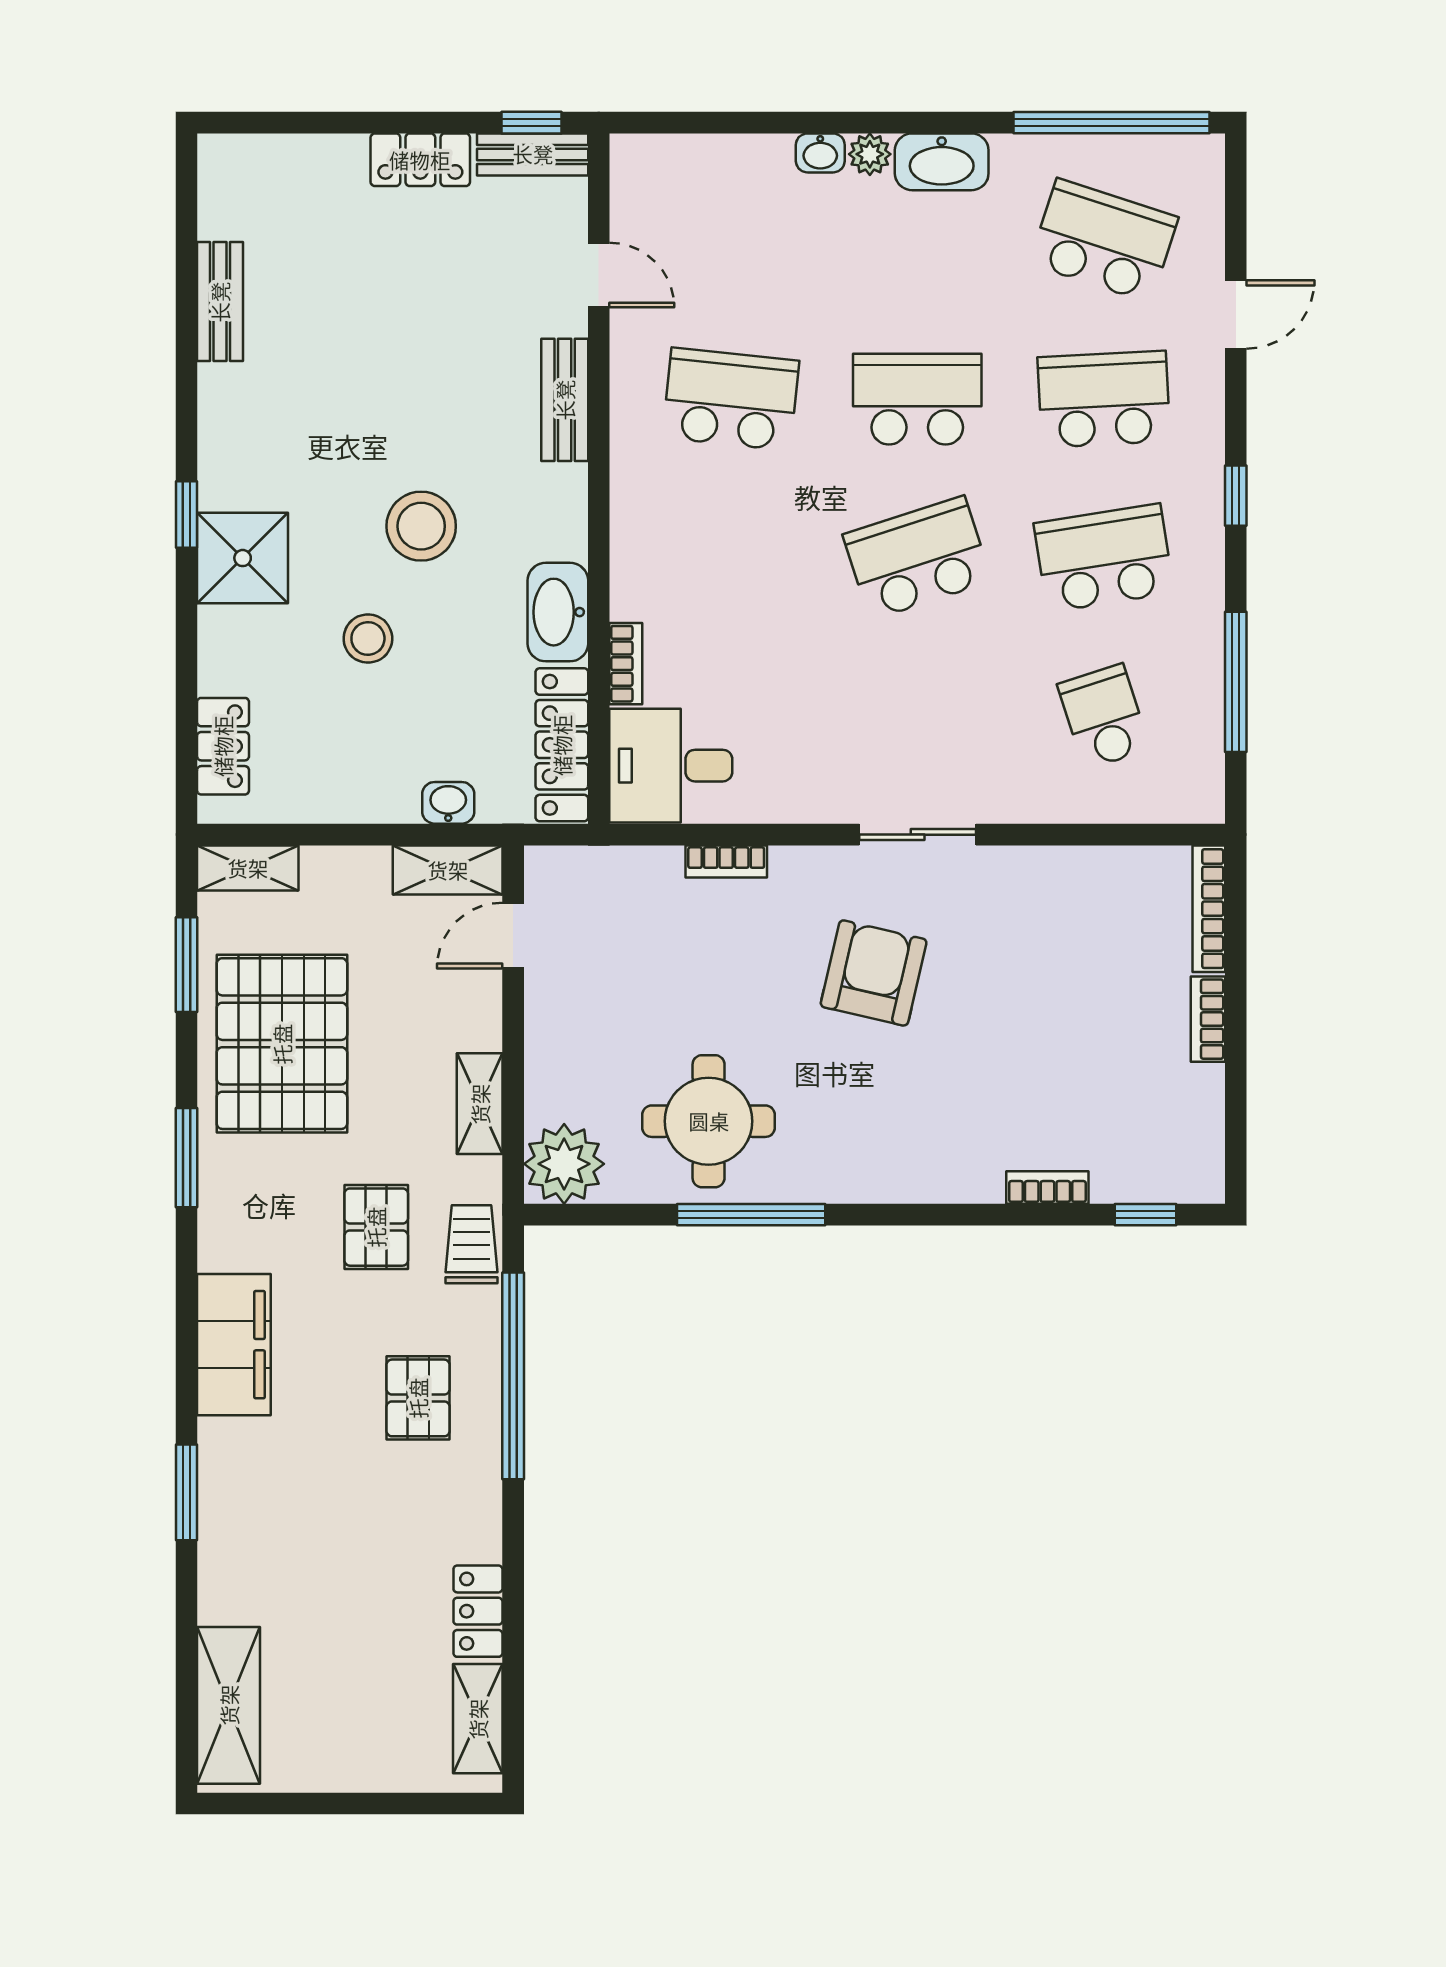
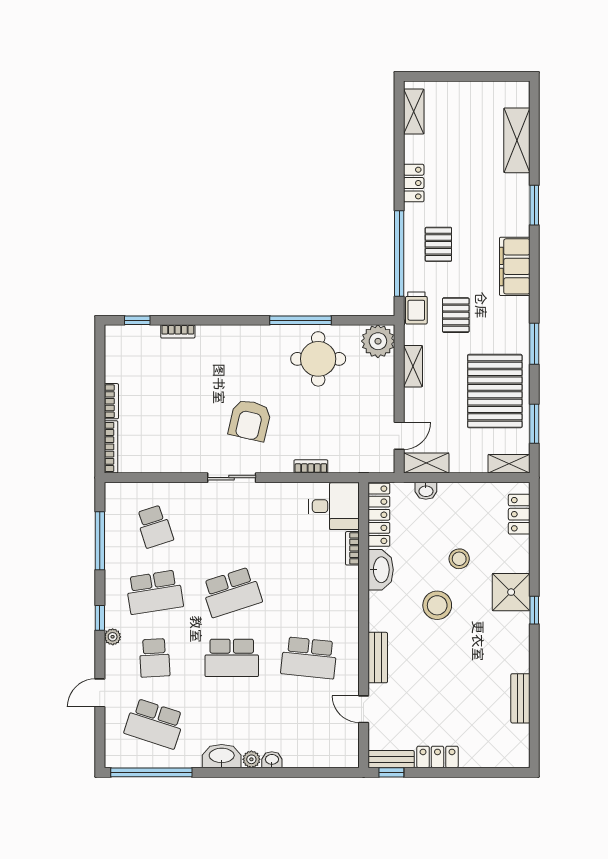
school desk: (1104, 399) -> (154, 658), width x0.54
plant: (1205, 450) -> (113, 637), added
locker: (478, 1611) -> (414, 183), moved
shelving: (229, 1705) -> (517, 140), moved

